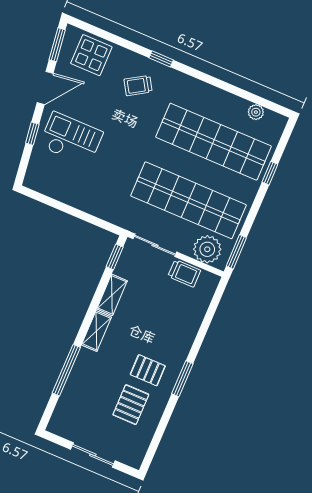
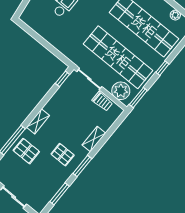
window: (270, 173) -> (162, 68), moved
shelving: (112, 295) -> (94, 139), moved
pallet: (131, 405) -> (26, 151), moved, turned 90
window: (160, 430) -> (59, 194), added

